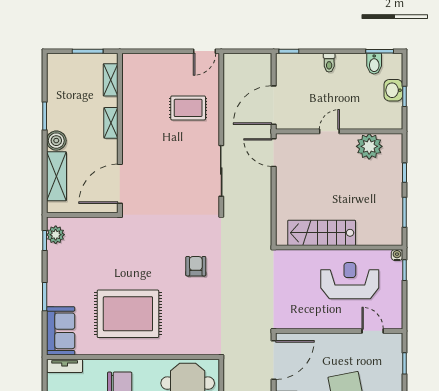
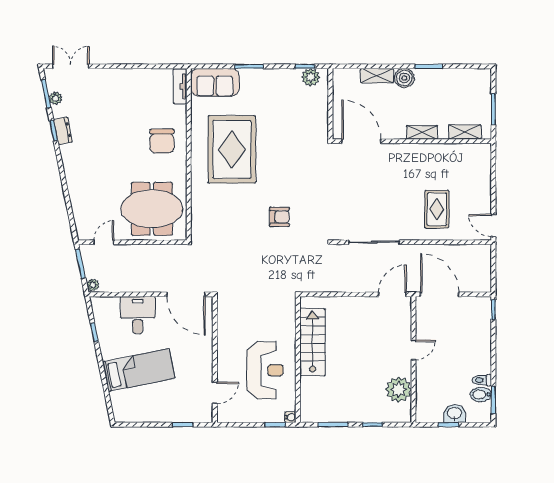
toilet: (329, 63) -> (482, 380), moved
door: (329, 131) -> (414, 350), hinge flipped
shelving: (56, 176) -> (377, 76), width x0.67, depth x0.75

